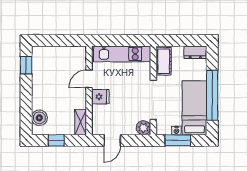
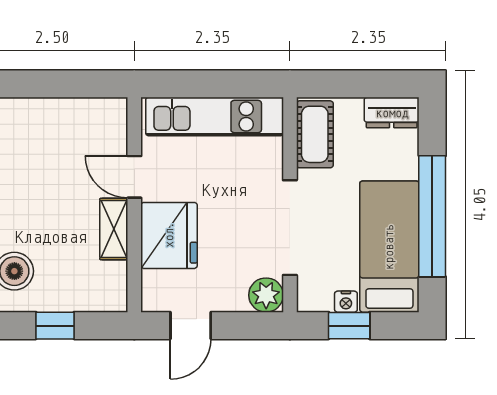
door: (89, 79) -> (134, 177), hinge flipped
fridge: (100, 97) -> (169, 235), width x1.88, depth x1.34
shelving: (81, 122) -> (114, 229), moved
window: (178, 140) -> (349, 326), width x0.67

